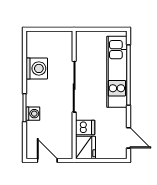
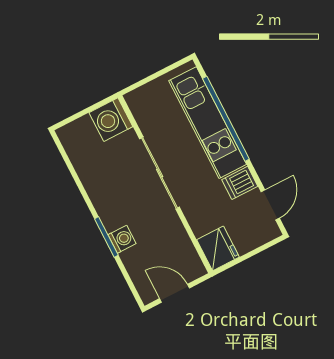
washing machine: (37, 68) -> (111, 120), moved, turned 180
dishwasher: (85, 127) -> (240, 183), moved, turned 180
door: (129, 138) -> (270, 205), hinge flipped

